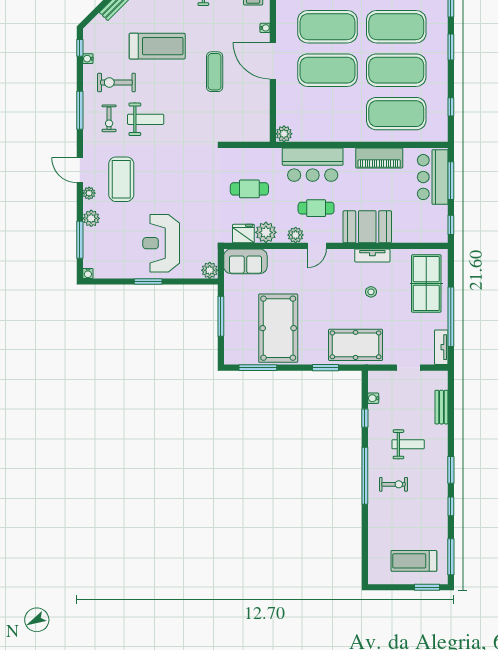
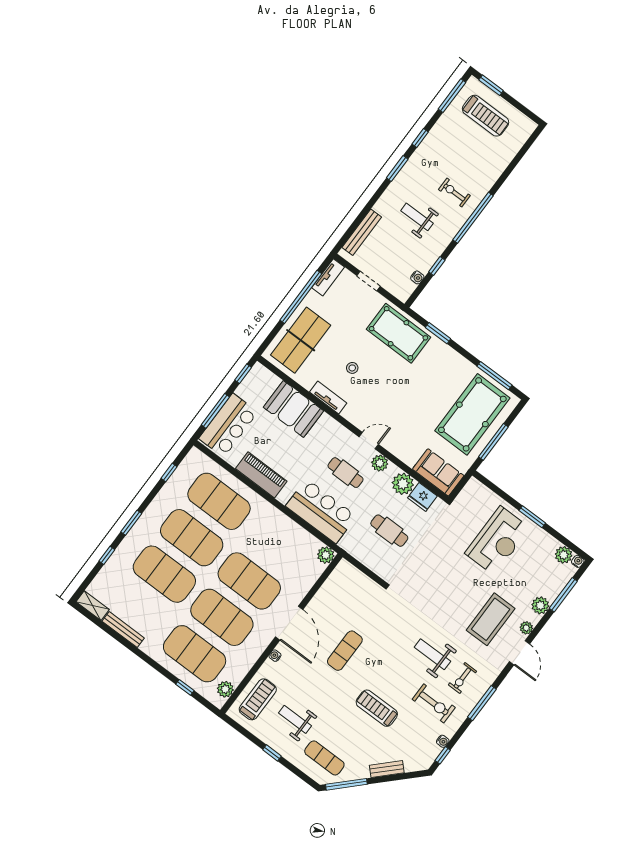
treadmill: (157, 46) -> (377, 708), width x0.73, depth x0.73
exercise bike: (109, 118) -> (462, 678), turned 180
booth: (367, 227) -> (293, 409), moved
plant: (210, 270) -> (564, 555), moved
pool table: (278, 328) -> (472, 414), moved
bench: (441, 407) -> (362, 232), width x1.36

